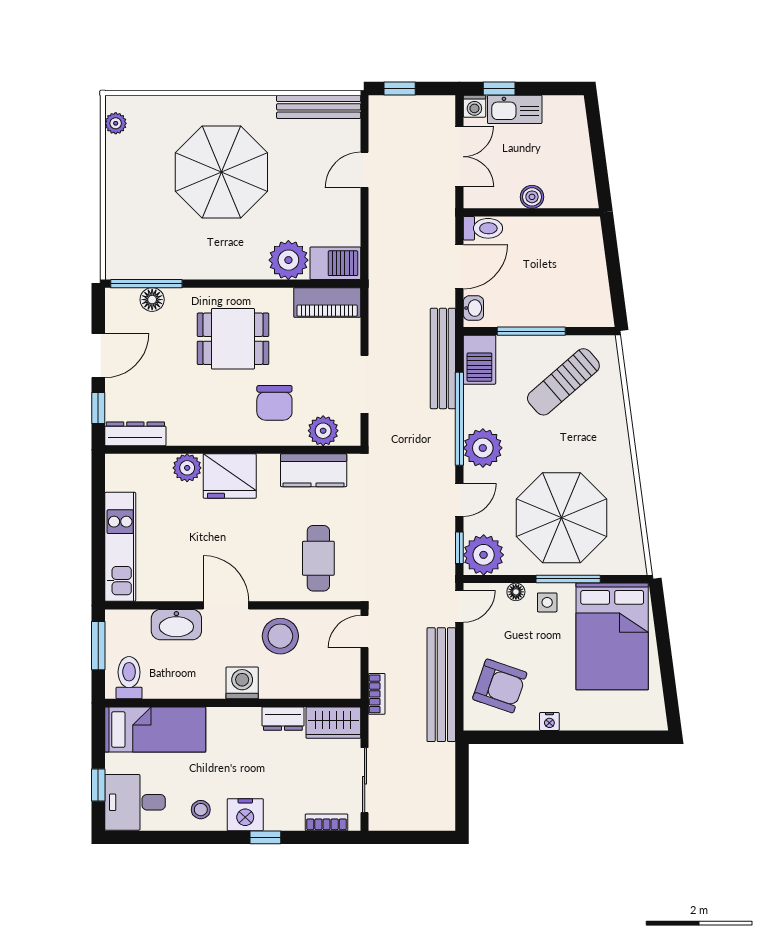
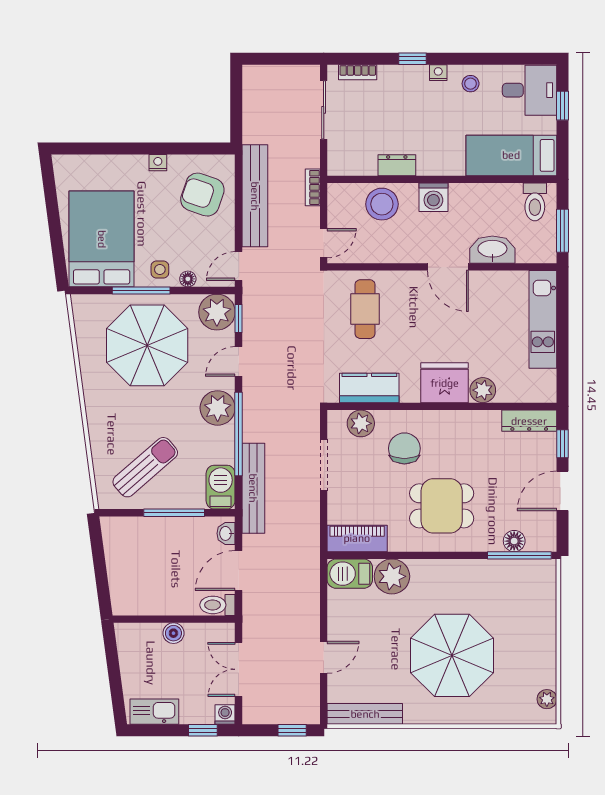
kitchen sink: (515, 109) -> (154, 712), moved
stool: (280, 636) -> (382, 204), moved
wardrobe: (333, 723) -> (352, 162), removed
nightstand: (245, 815) -> (438, 73), width x0.53, depth x0.56

